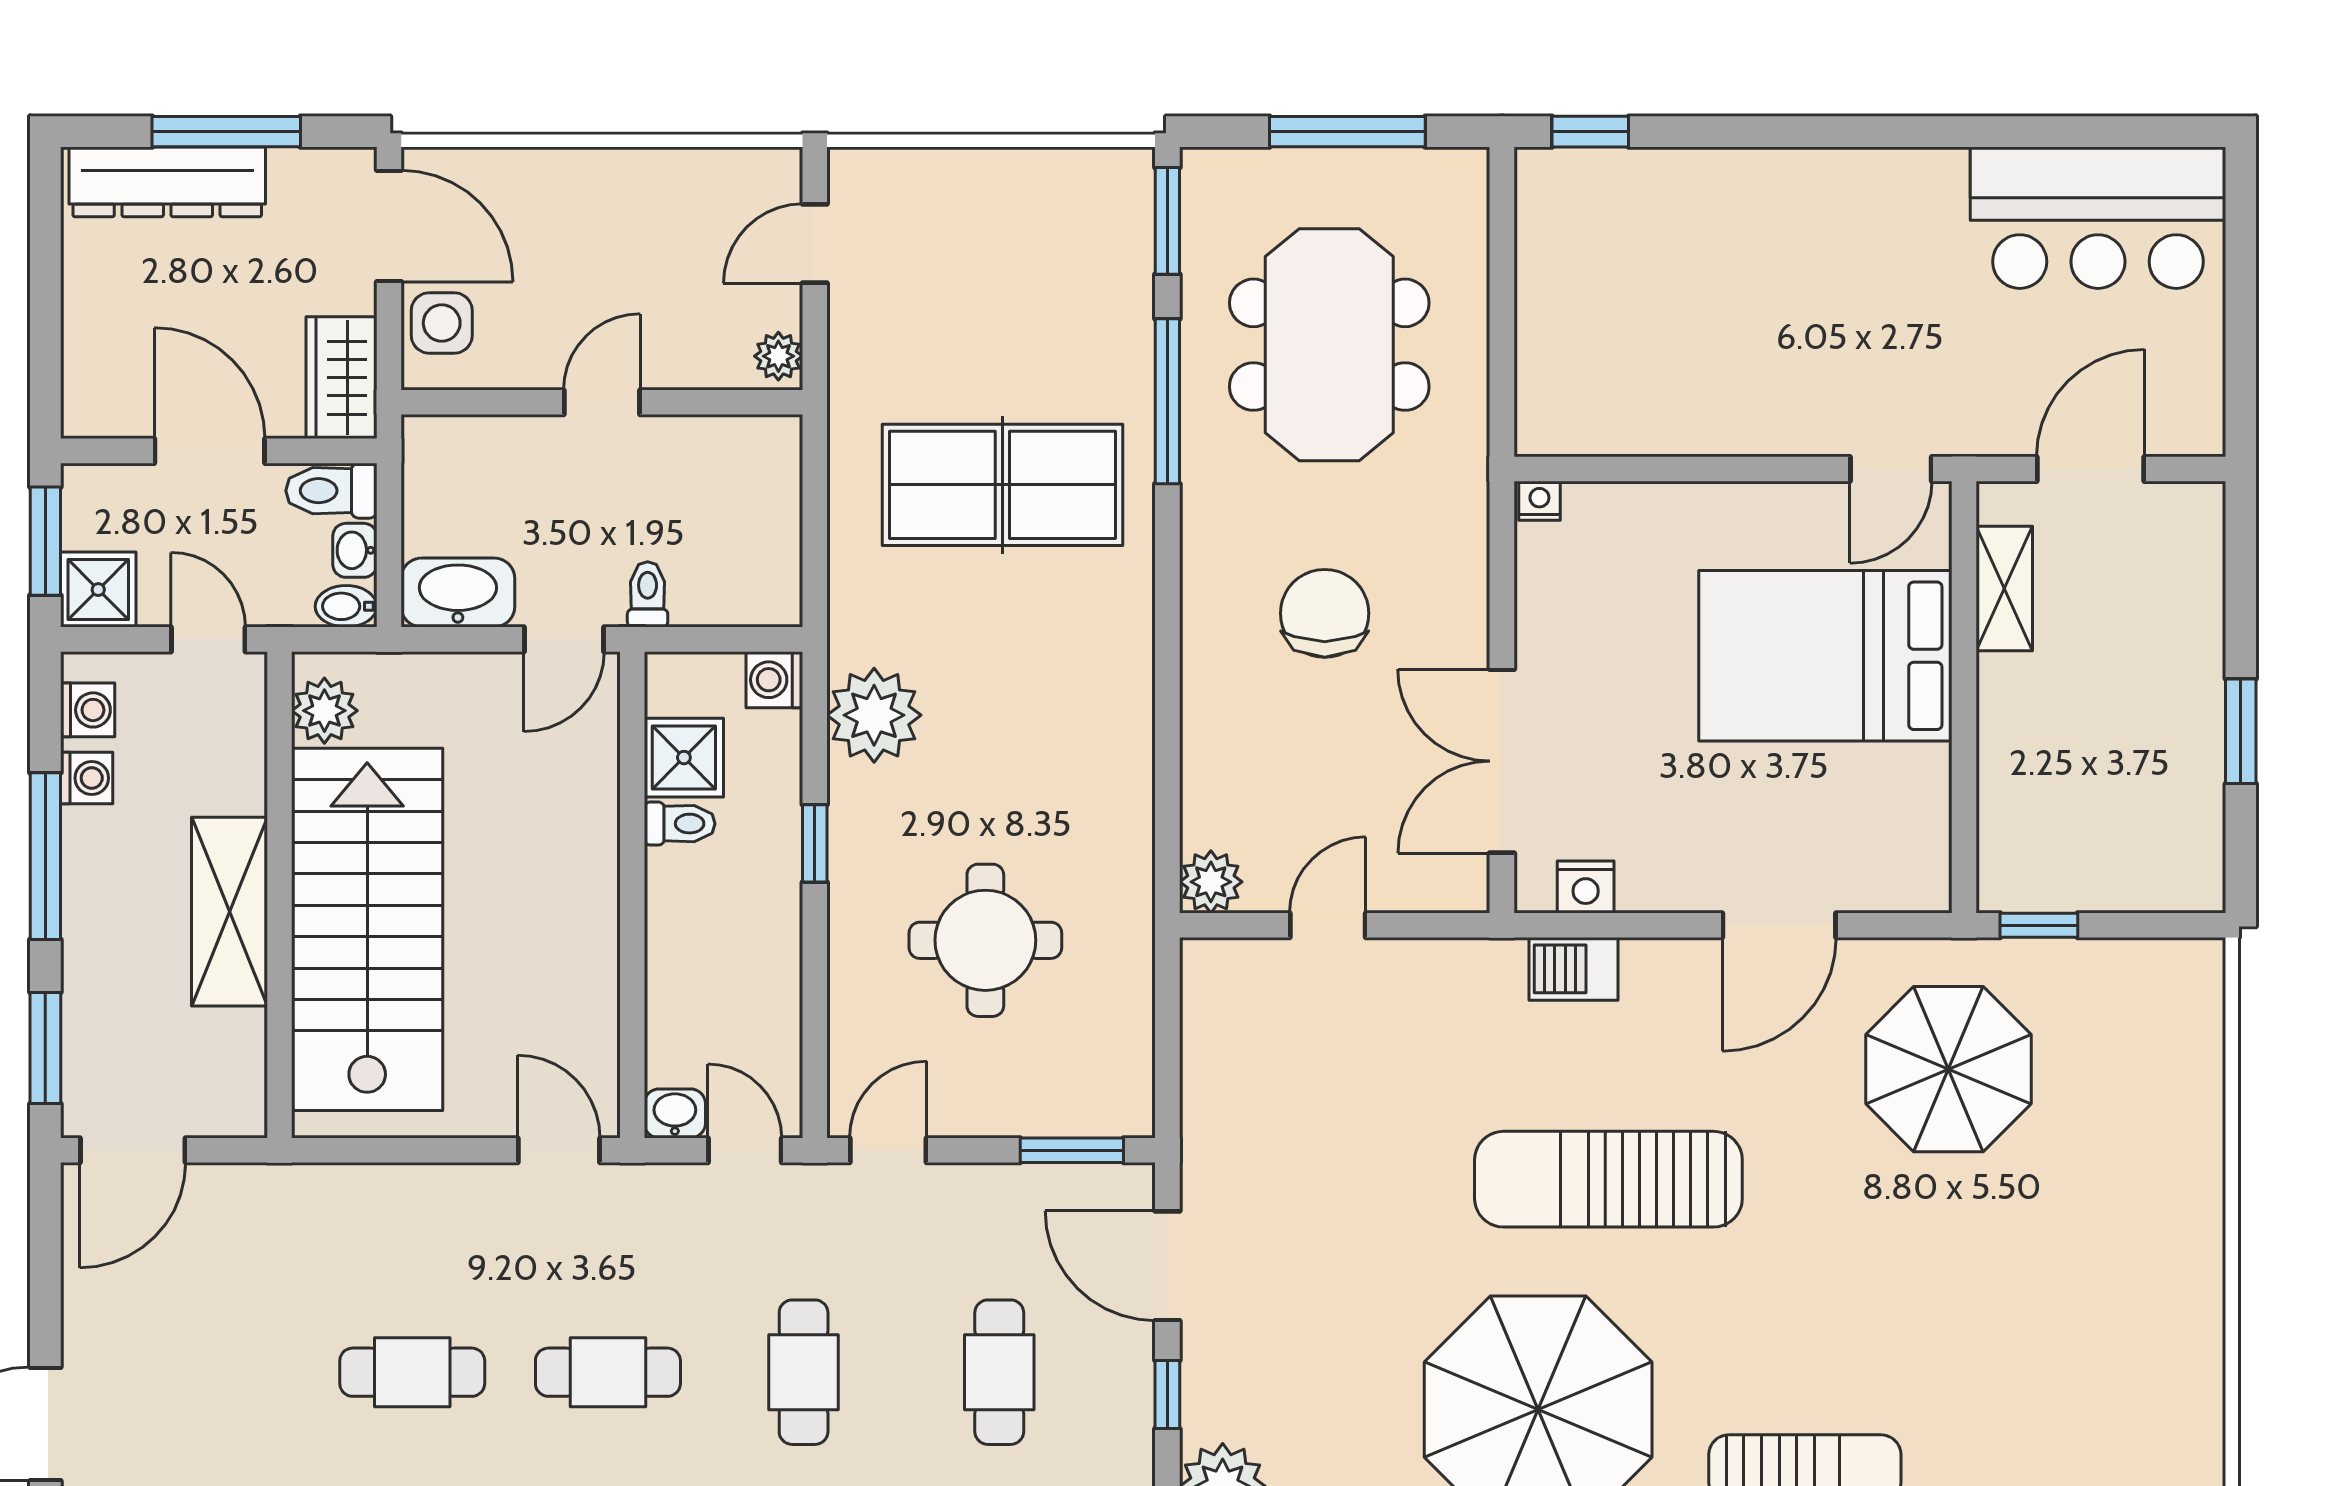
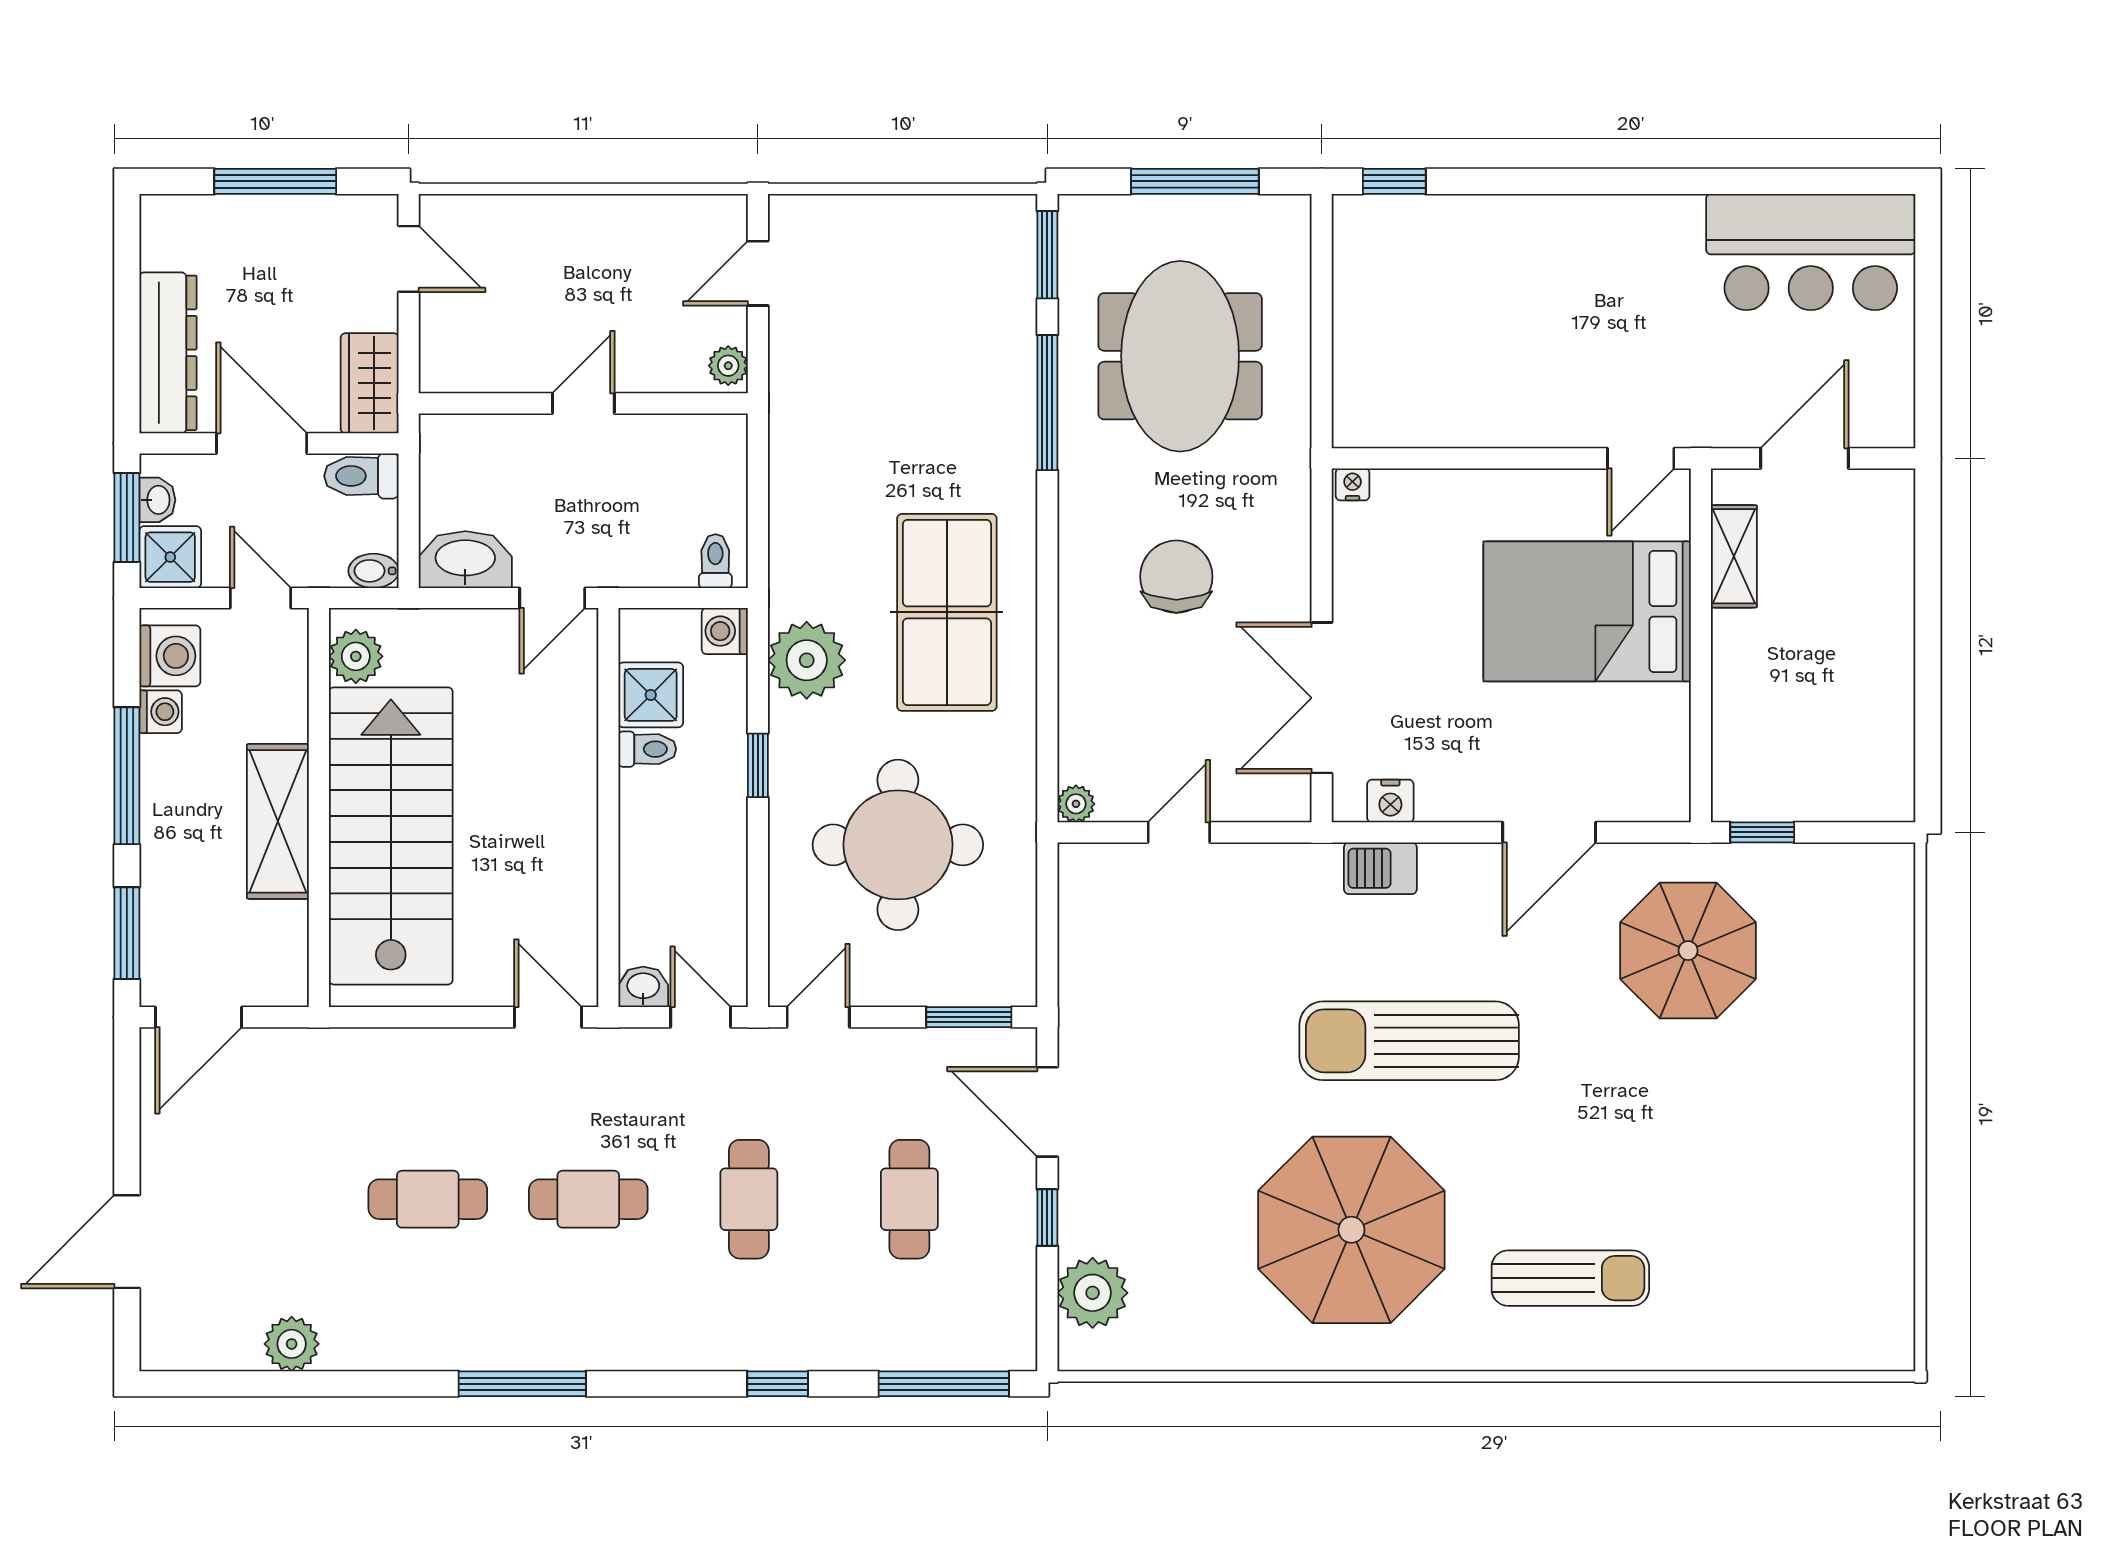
dresser: (167, 182) -> (168, 353), moved, turned -90
door: (389, 226) -> (409, 259), width x0.73
side table: (442, 323) -> (452, 338), removed
table tennis table: (1002, 485) -> (947, 612), moved, turned 90
washbasin: (355, 550) -> (157, 500), moved, turned 180
toilet: (648, 594) -> (715, 561), moved
washing machine: (88, 710) -> (170, 656), width x1.38, depth x1.38
window: (2241, 731) -> (1928, 673), removed
plant: (1211, 882) -> (1076, 804), width x0.73, depth x0.73
round table: (985, 940) -> (898, 845), width x1.36, depth x1.36

